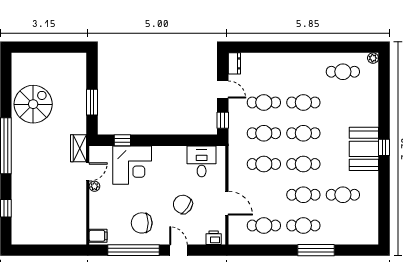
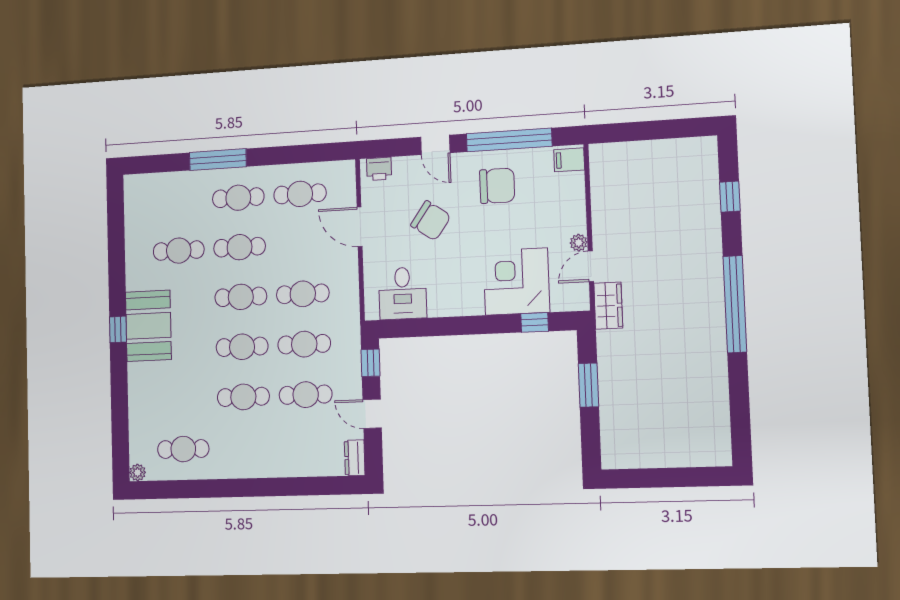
spiral stairs: (33, 104) -> (690, 378), removed

